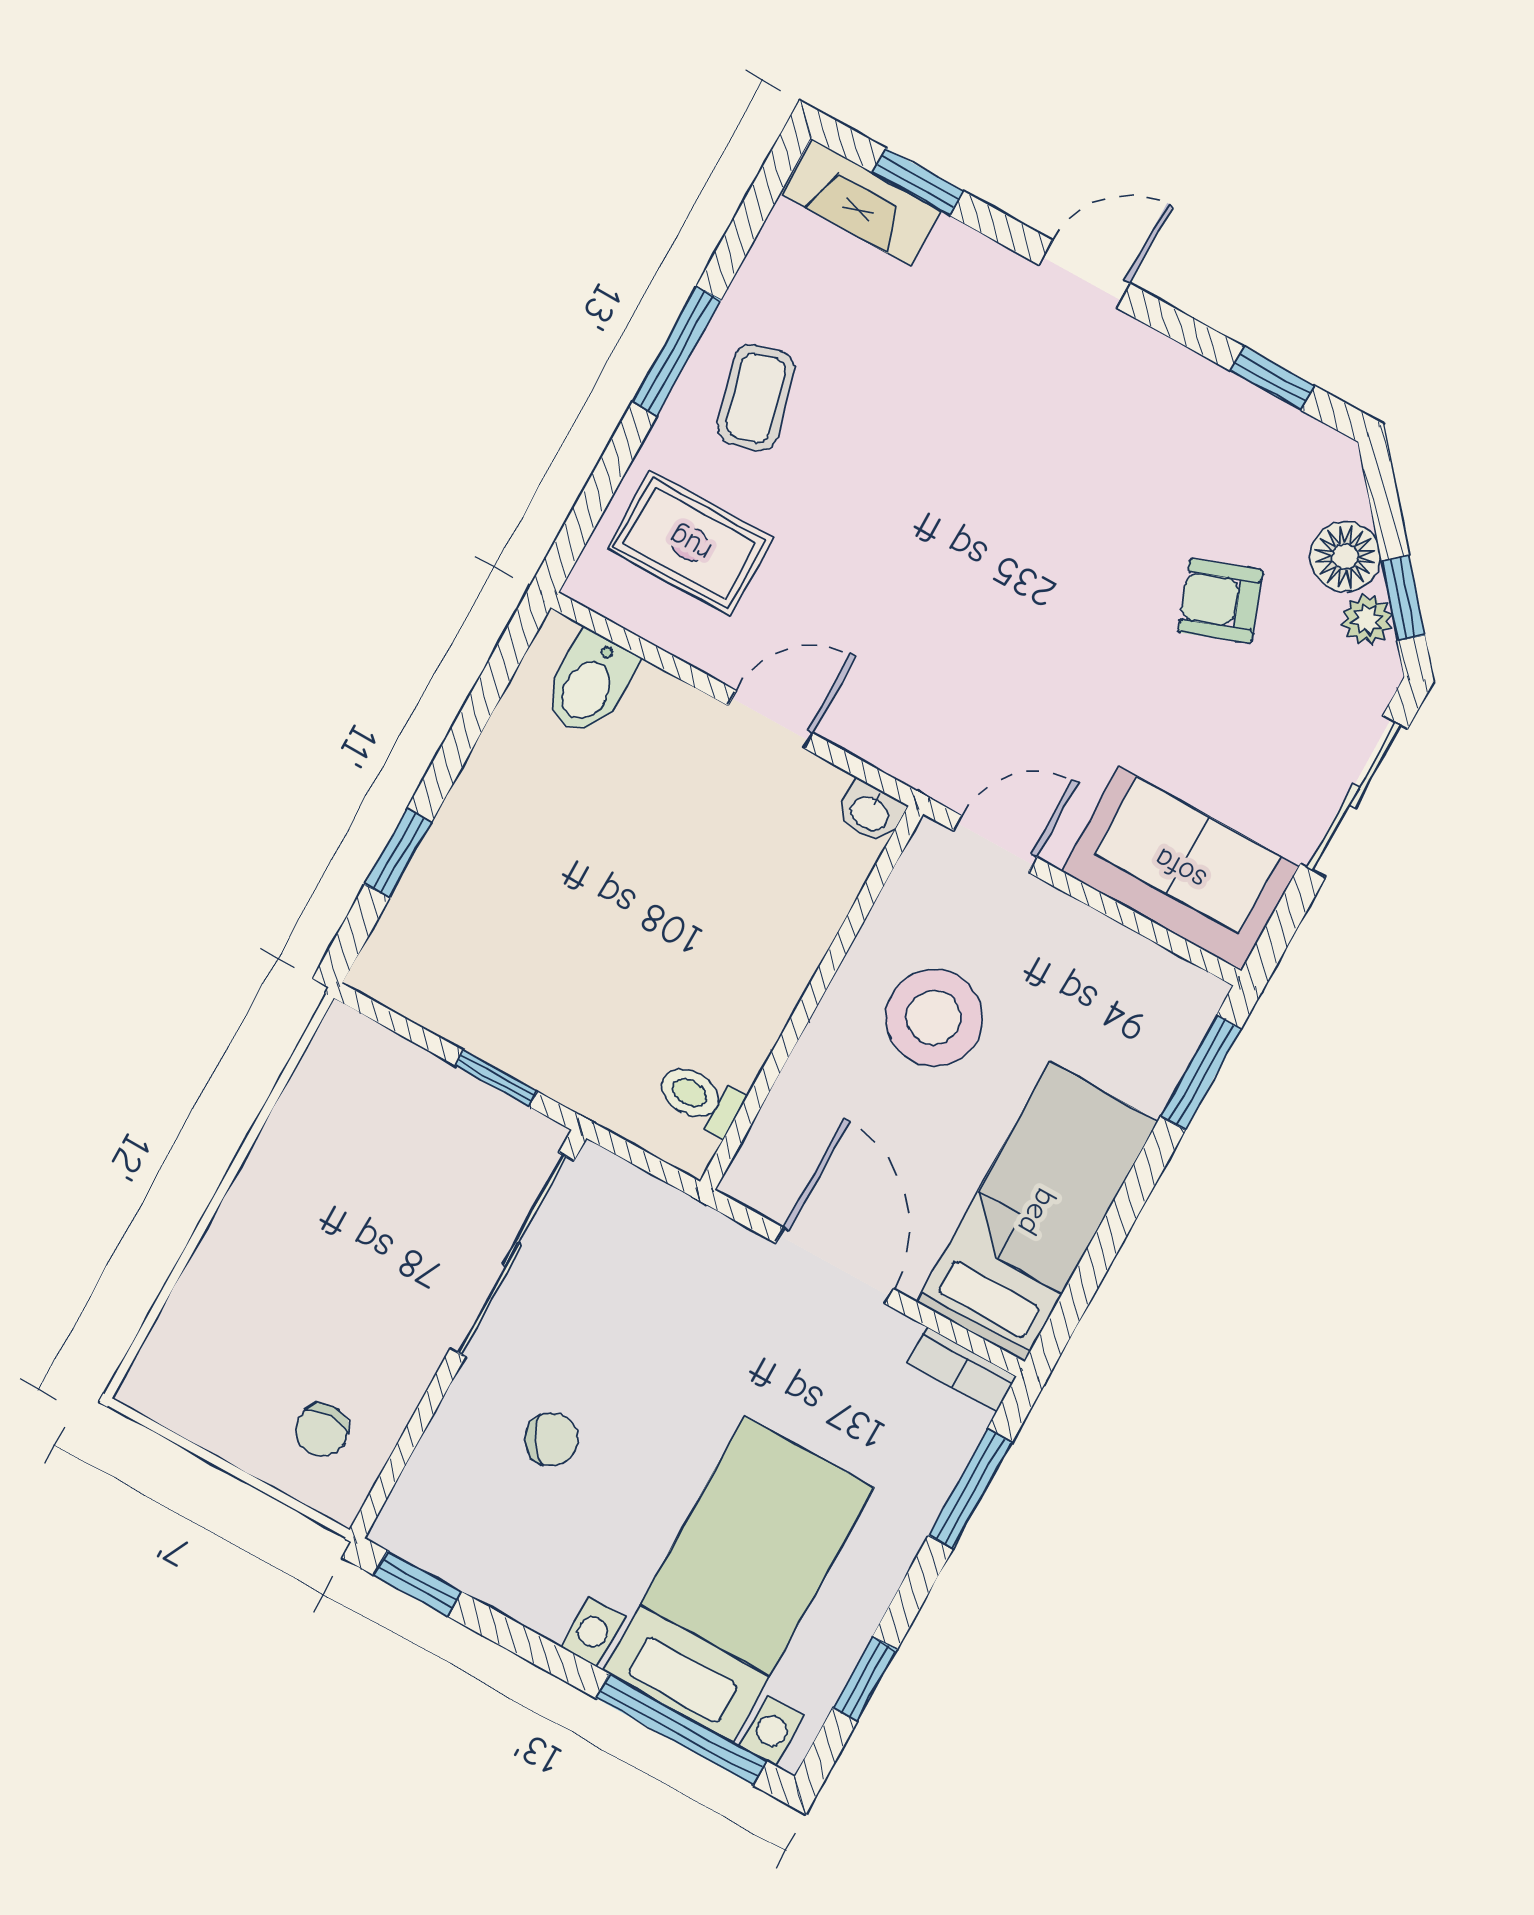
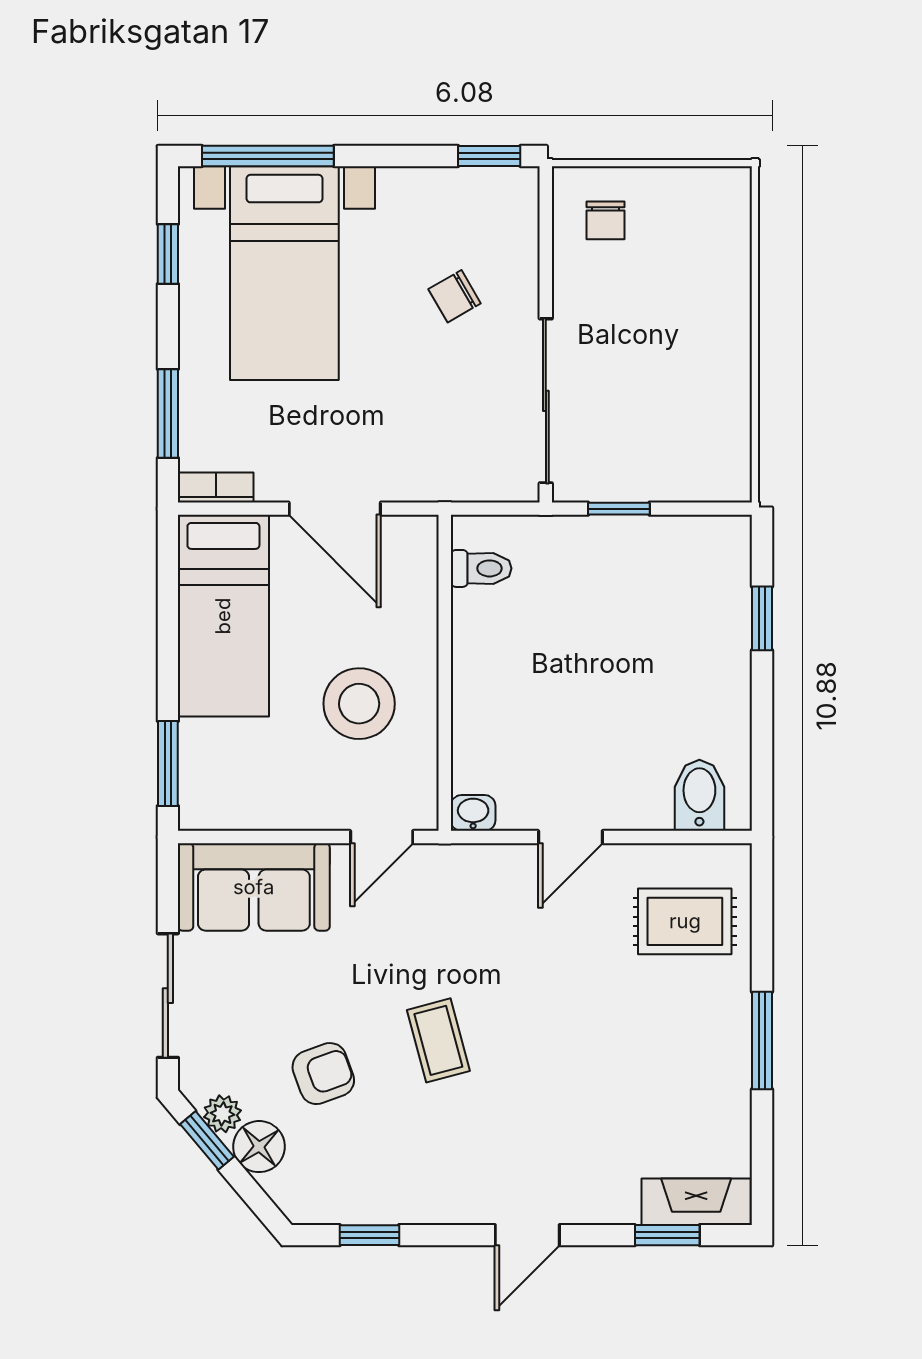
coffee table: (756, 398) -> (438, 1040), moved
chair: (322, 1430) -> (605, 220), turned 180

